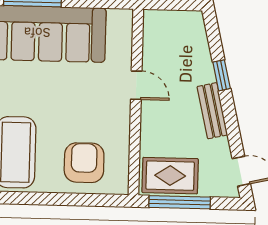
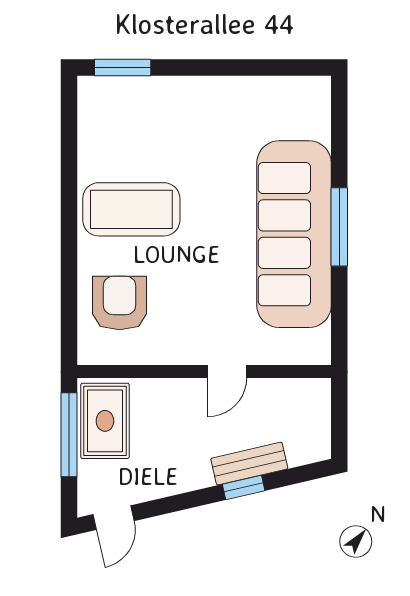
bench: (212, 111) -> (249, 464), moved
armchair: (84, 163) -> (120, 303), turned -90

